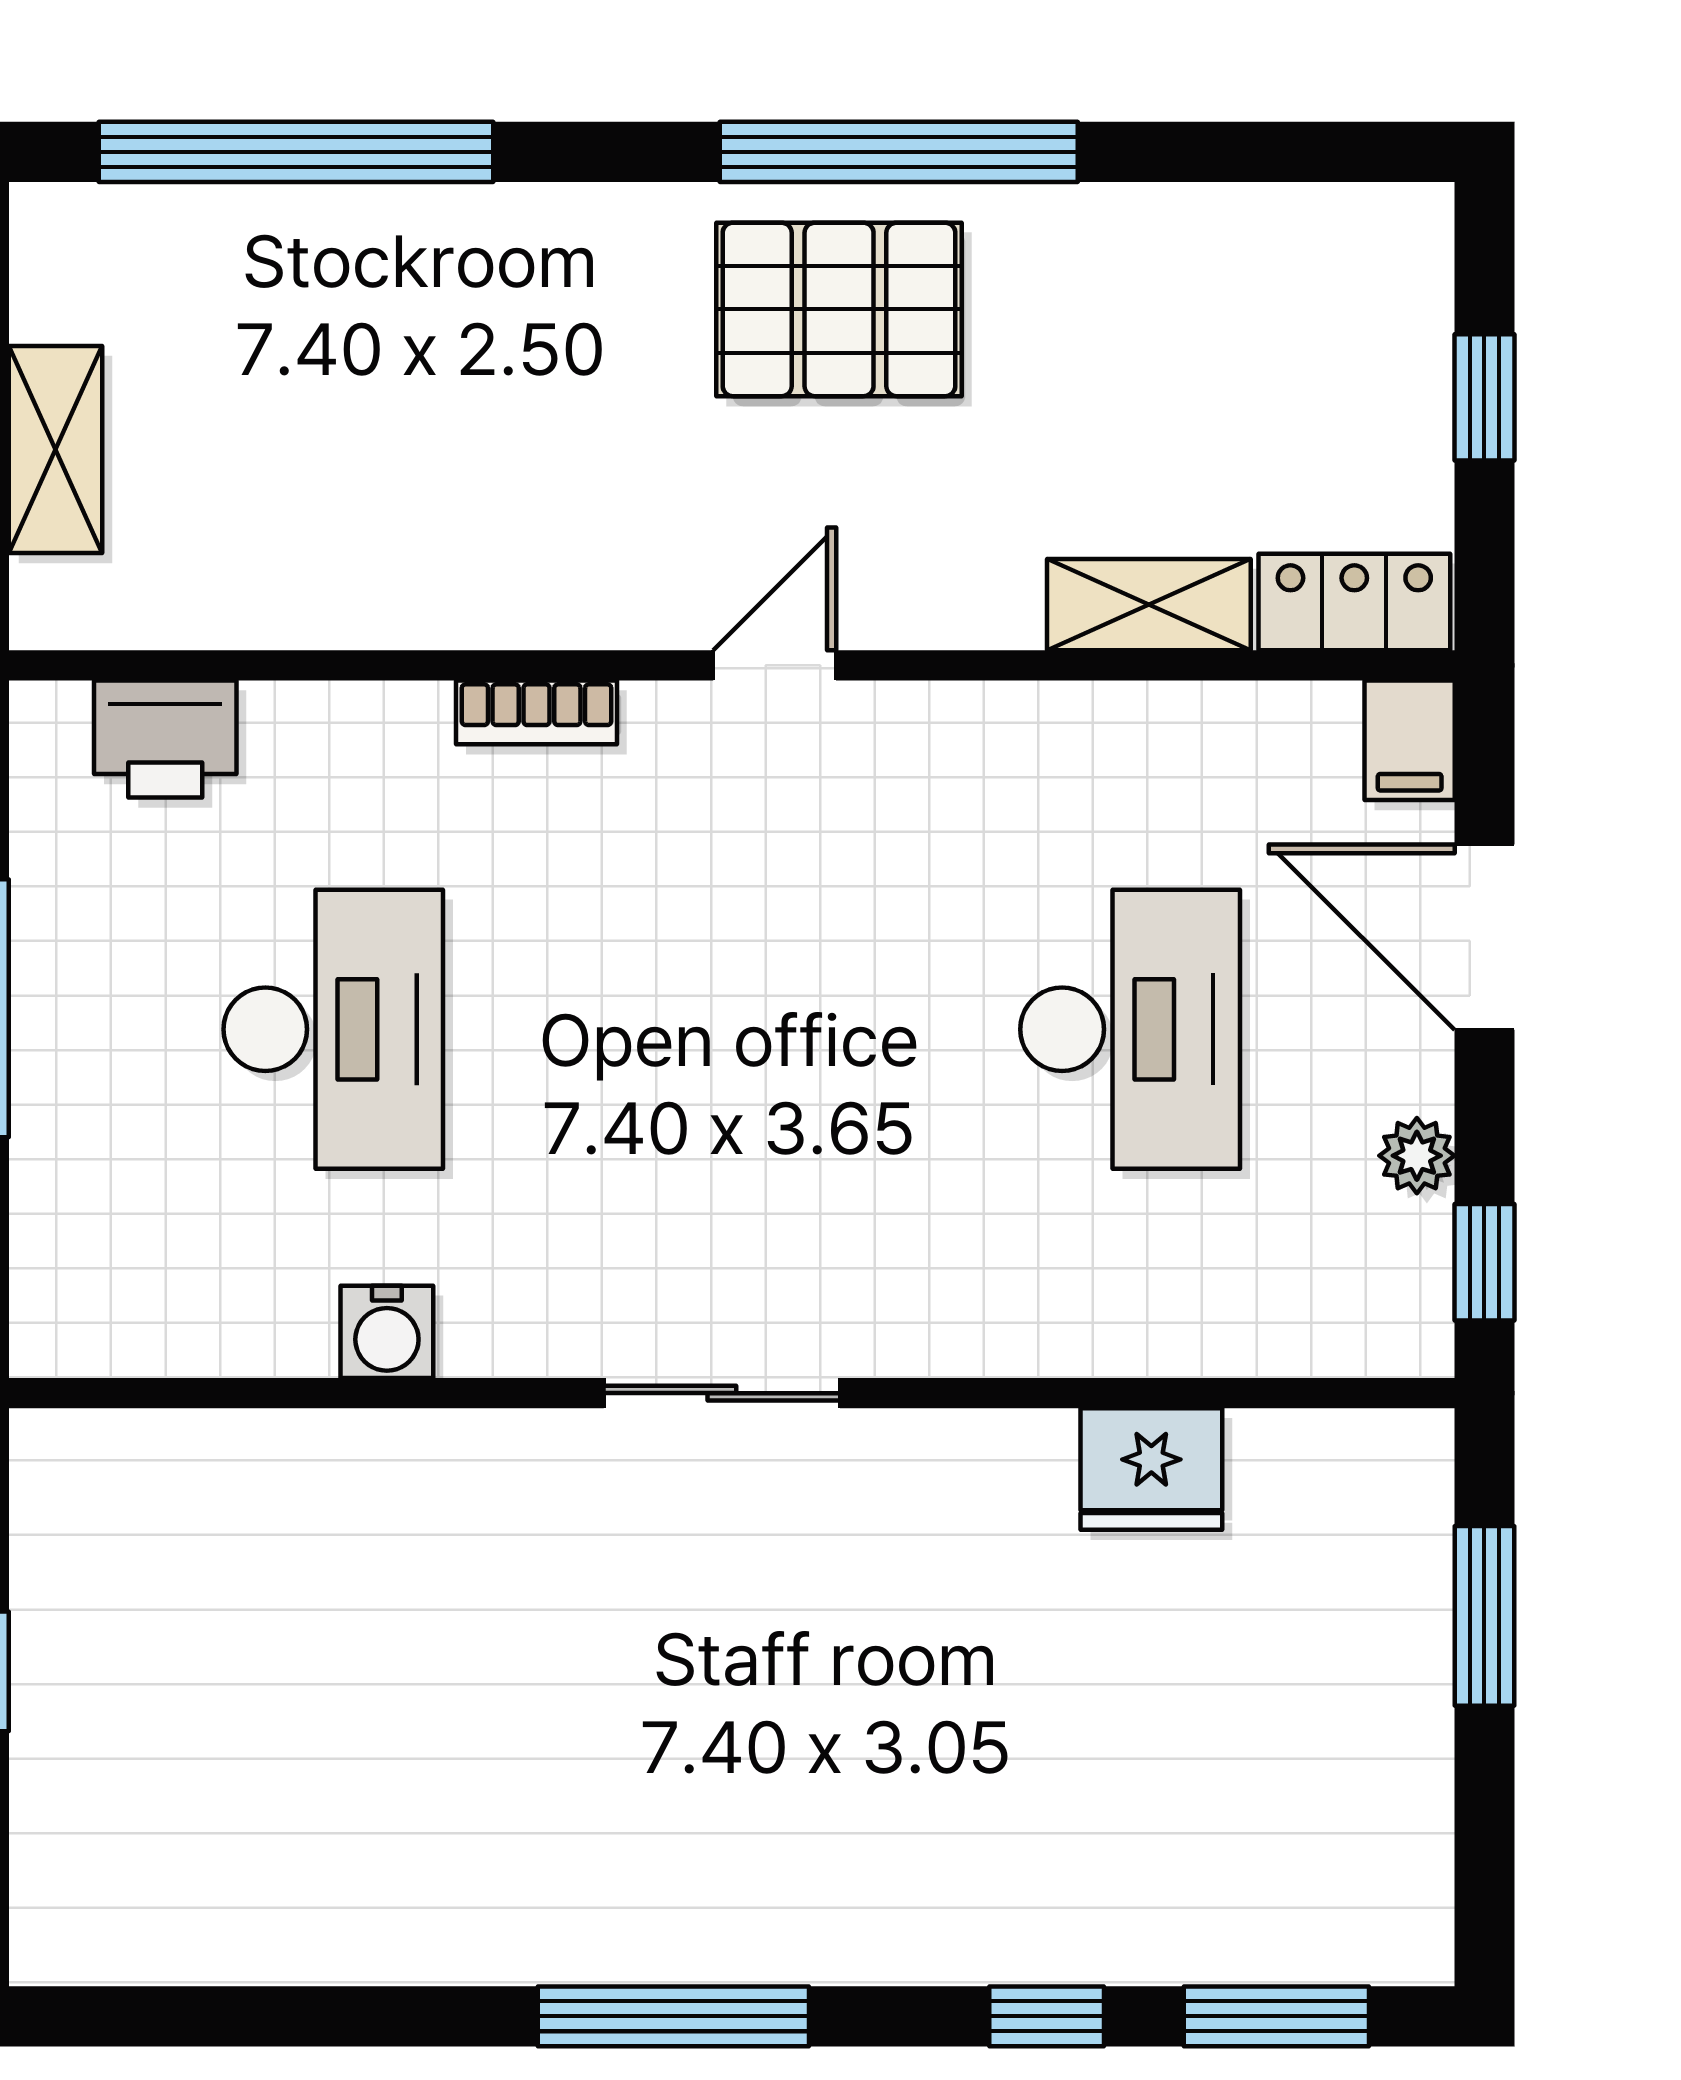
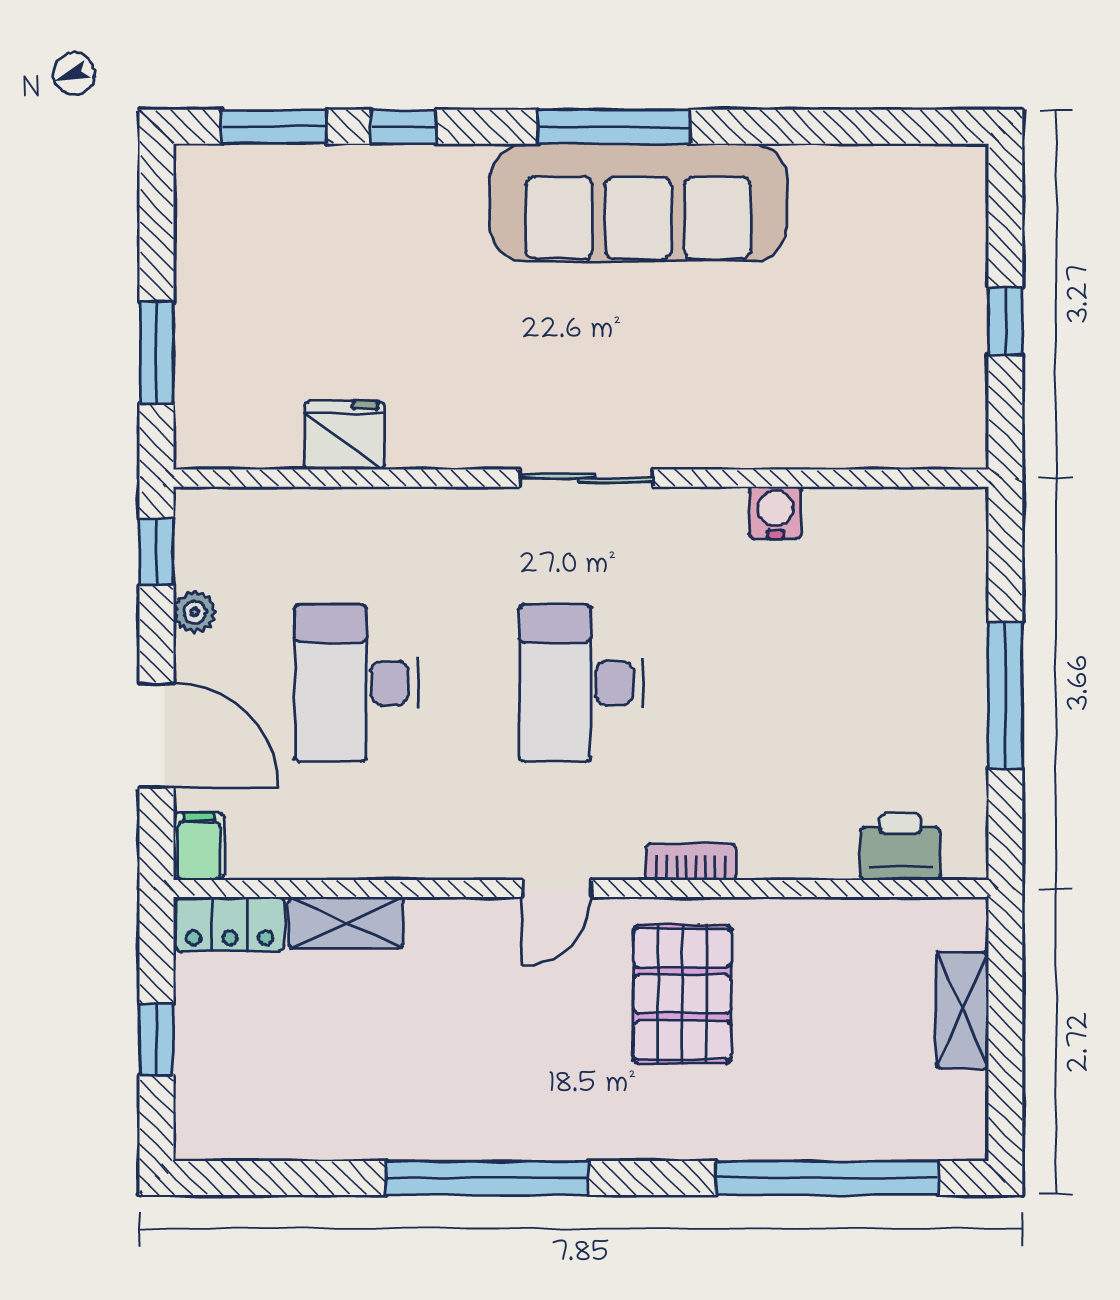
pallet: (839, 309) -> (682, 994), moved, turned 90
desk: (333, 1029) -> (581, 683), moved
sofa: (630, 1882) -> (638, 203), added

